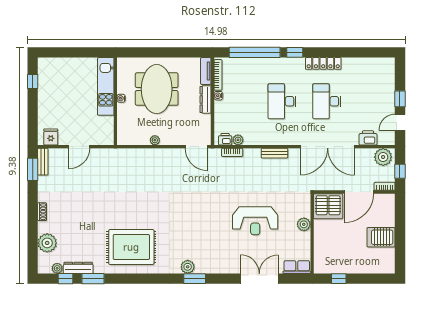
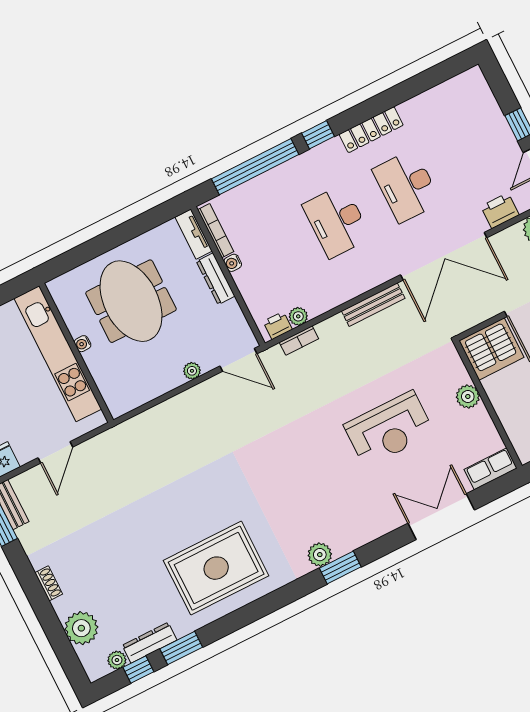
kitchen unit: (106, 86) -> (58, 354), width x1.36
plant: (155, 140) -> (192, 371), moved
bench: (274, 153) -> (373, 305), width x1.36

